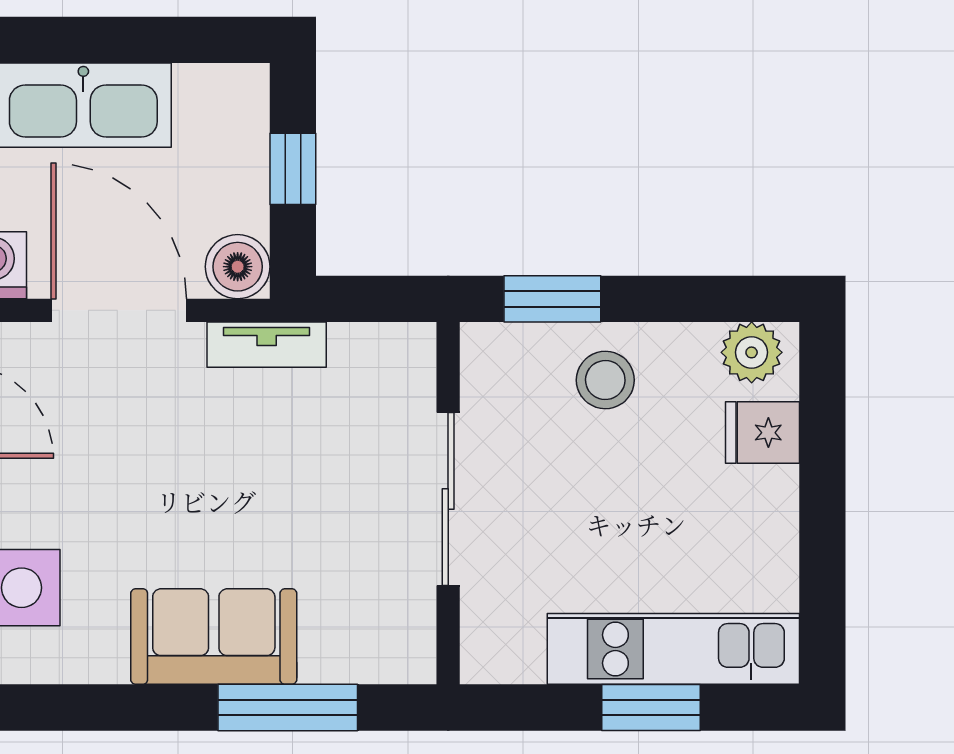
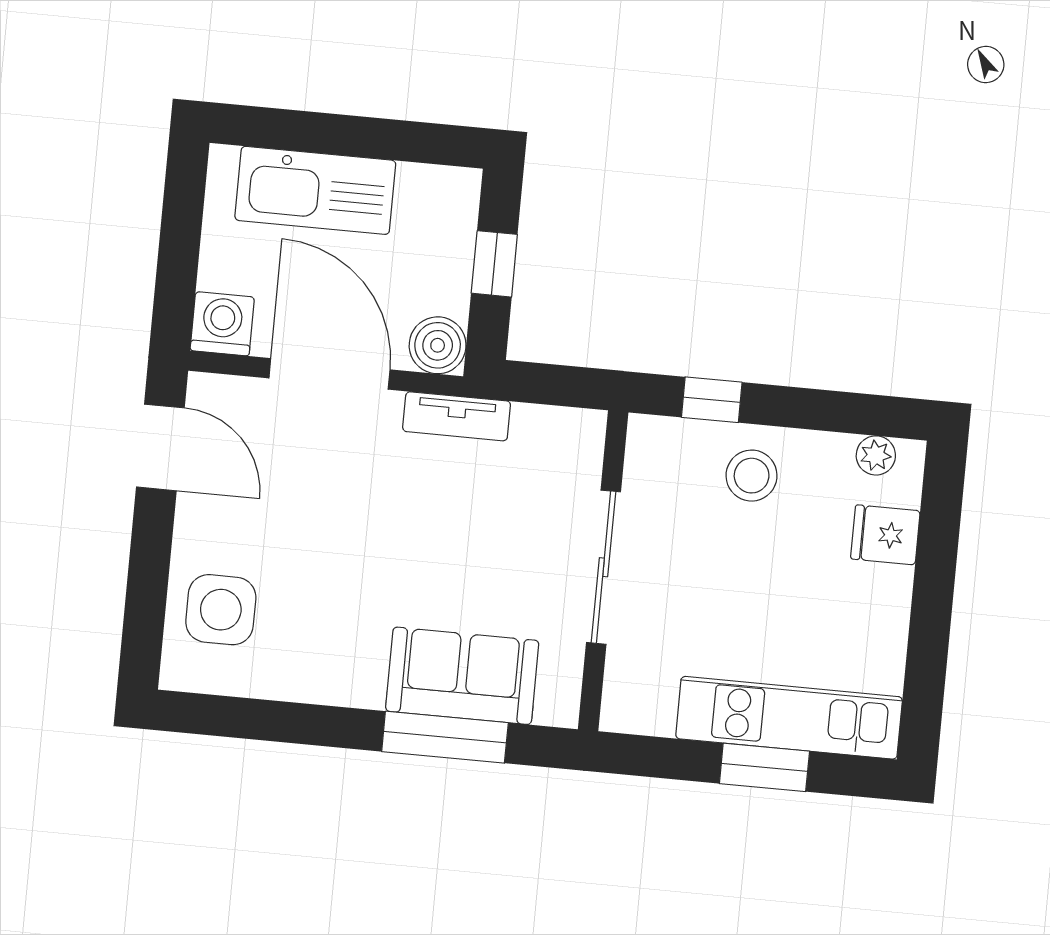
window: (552, 299) -> (712, 400), width x0.67
plant: (752, 352) -> (876, 455), width x0.73, depth x0.73
sofa: (214, 637) -> (462, 676), moved

